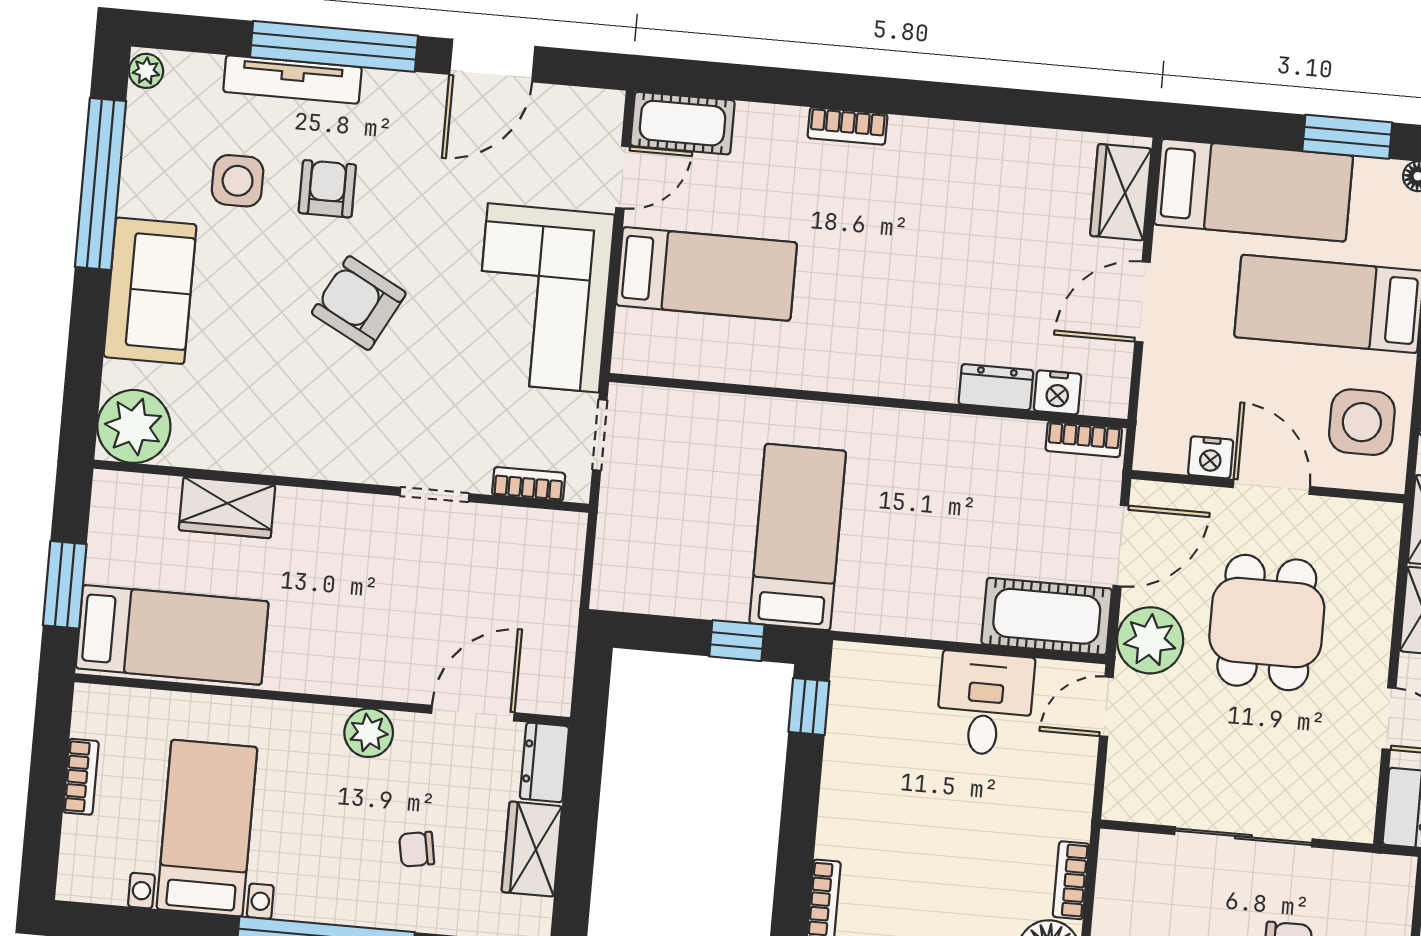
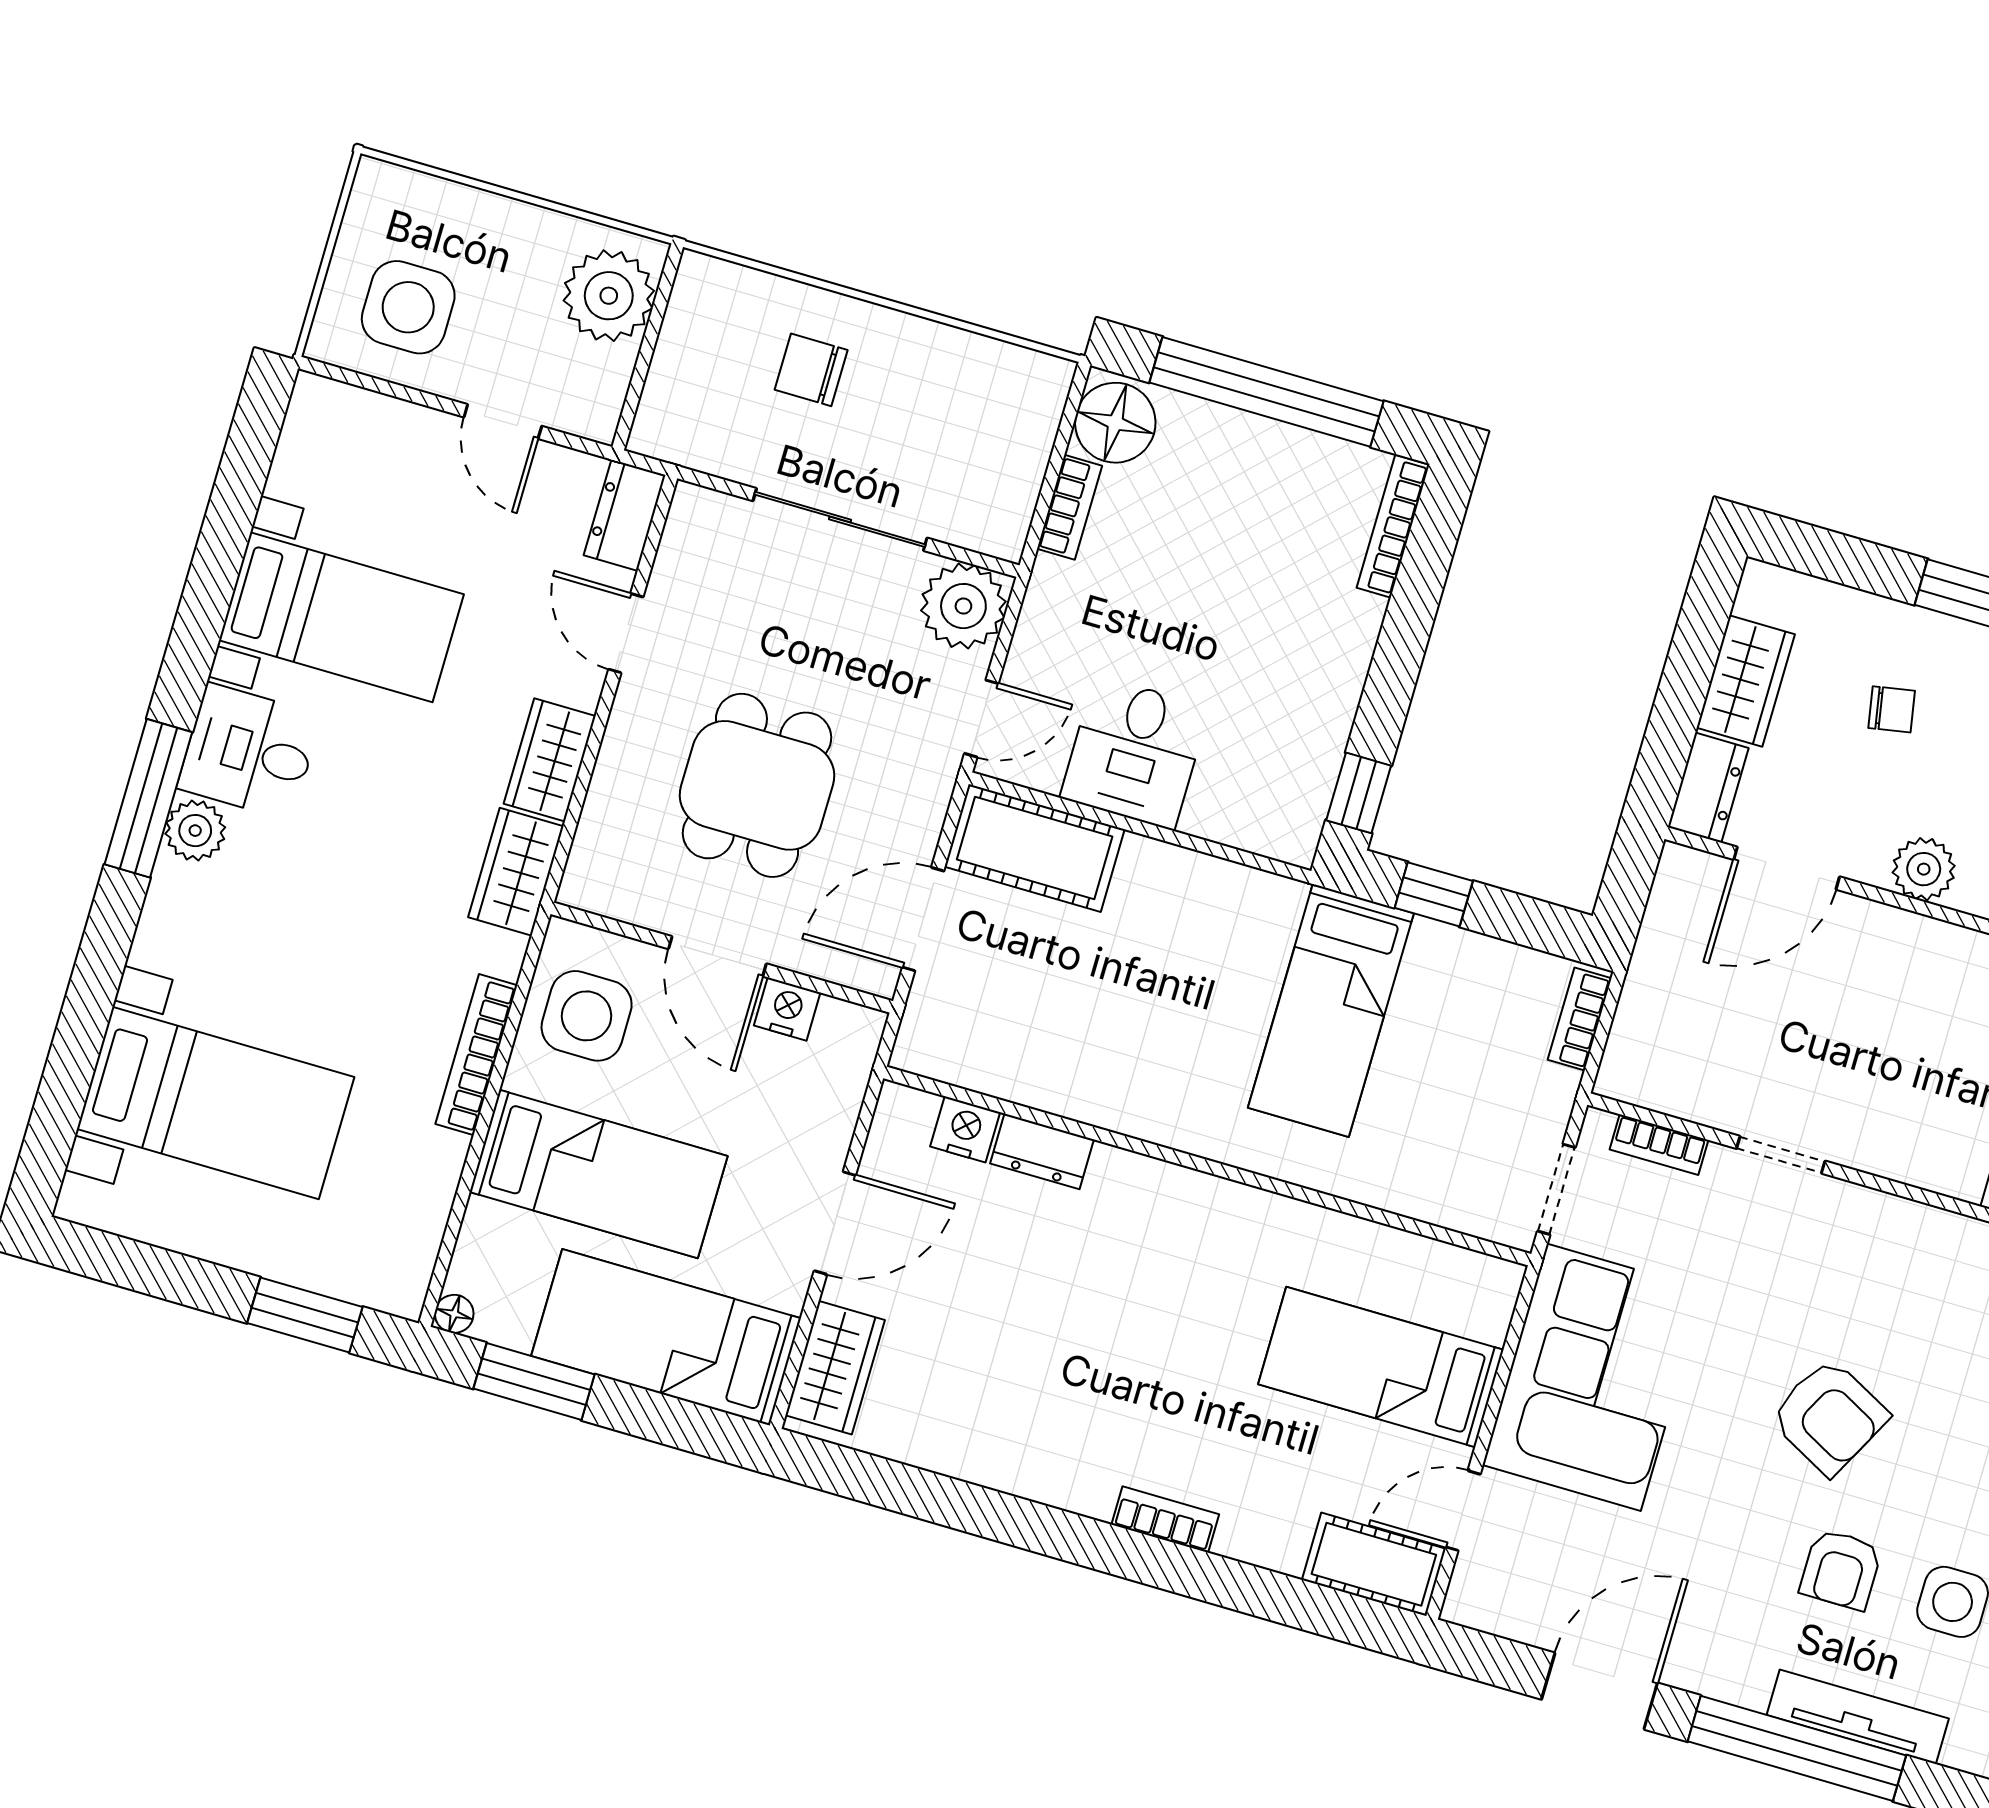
bookcase: (1084, 439) -> (1580, 1019), moved, turned -90
plant: (1150, 640) -> (963, 606), moved

